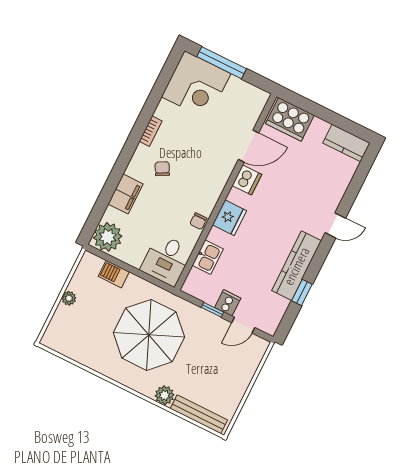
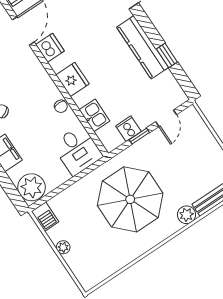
barbecue: (114, 274) -> (45, 217), moved, turned -90
cooker: (228, 303) -> (128, 129), moved

